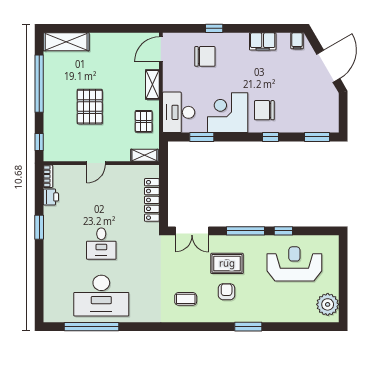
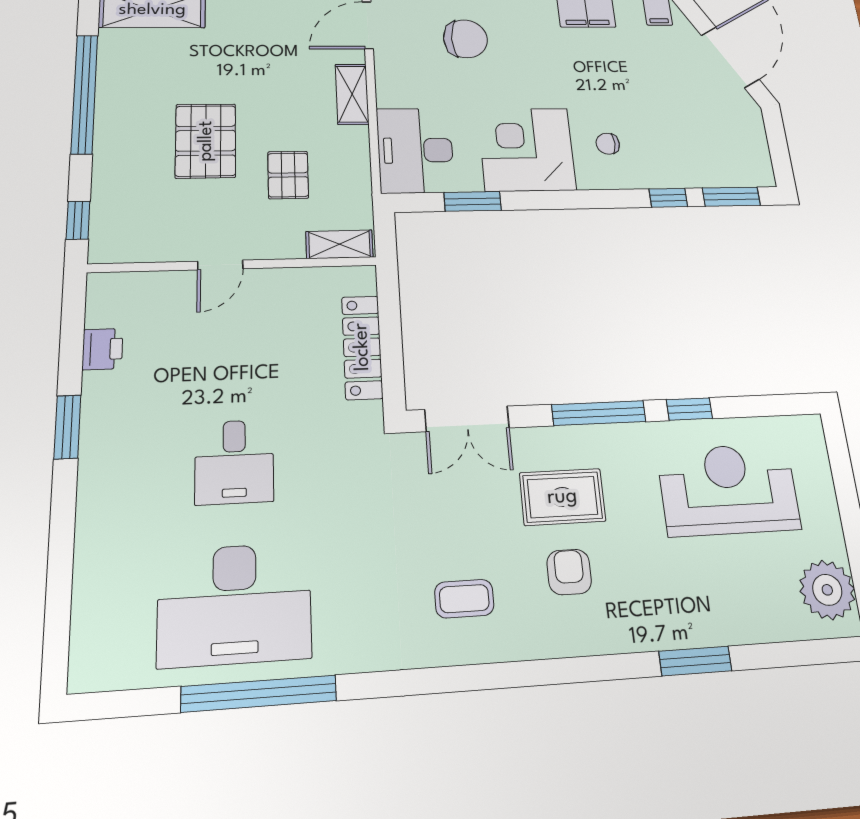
chair: (264, 110) -> (608, 144), width x0.54, depth x0.54
pallet: (144, 121) -> (288, 175), moved
window: (270, 137) -> (668, 198), moved
bookcase: (48, 176) -> (97, 299), removed
window: (91, 327) -> (259, 694), moved
window: (248, 327) -> (695, 661), moved

